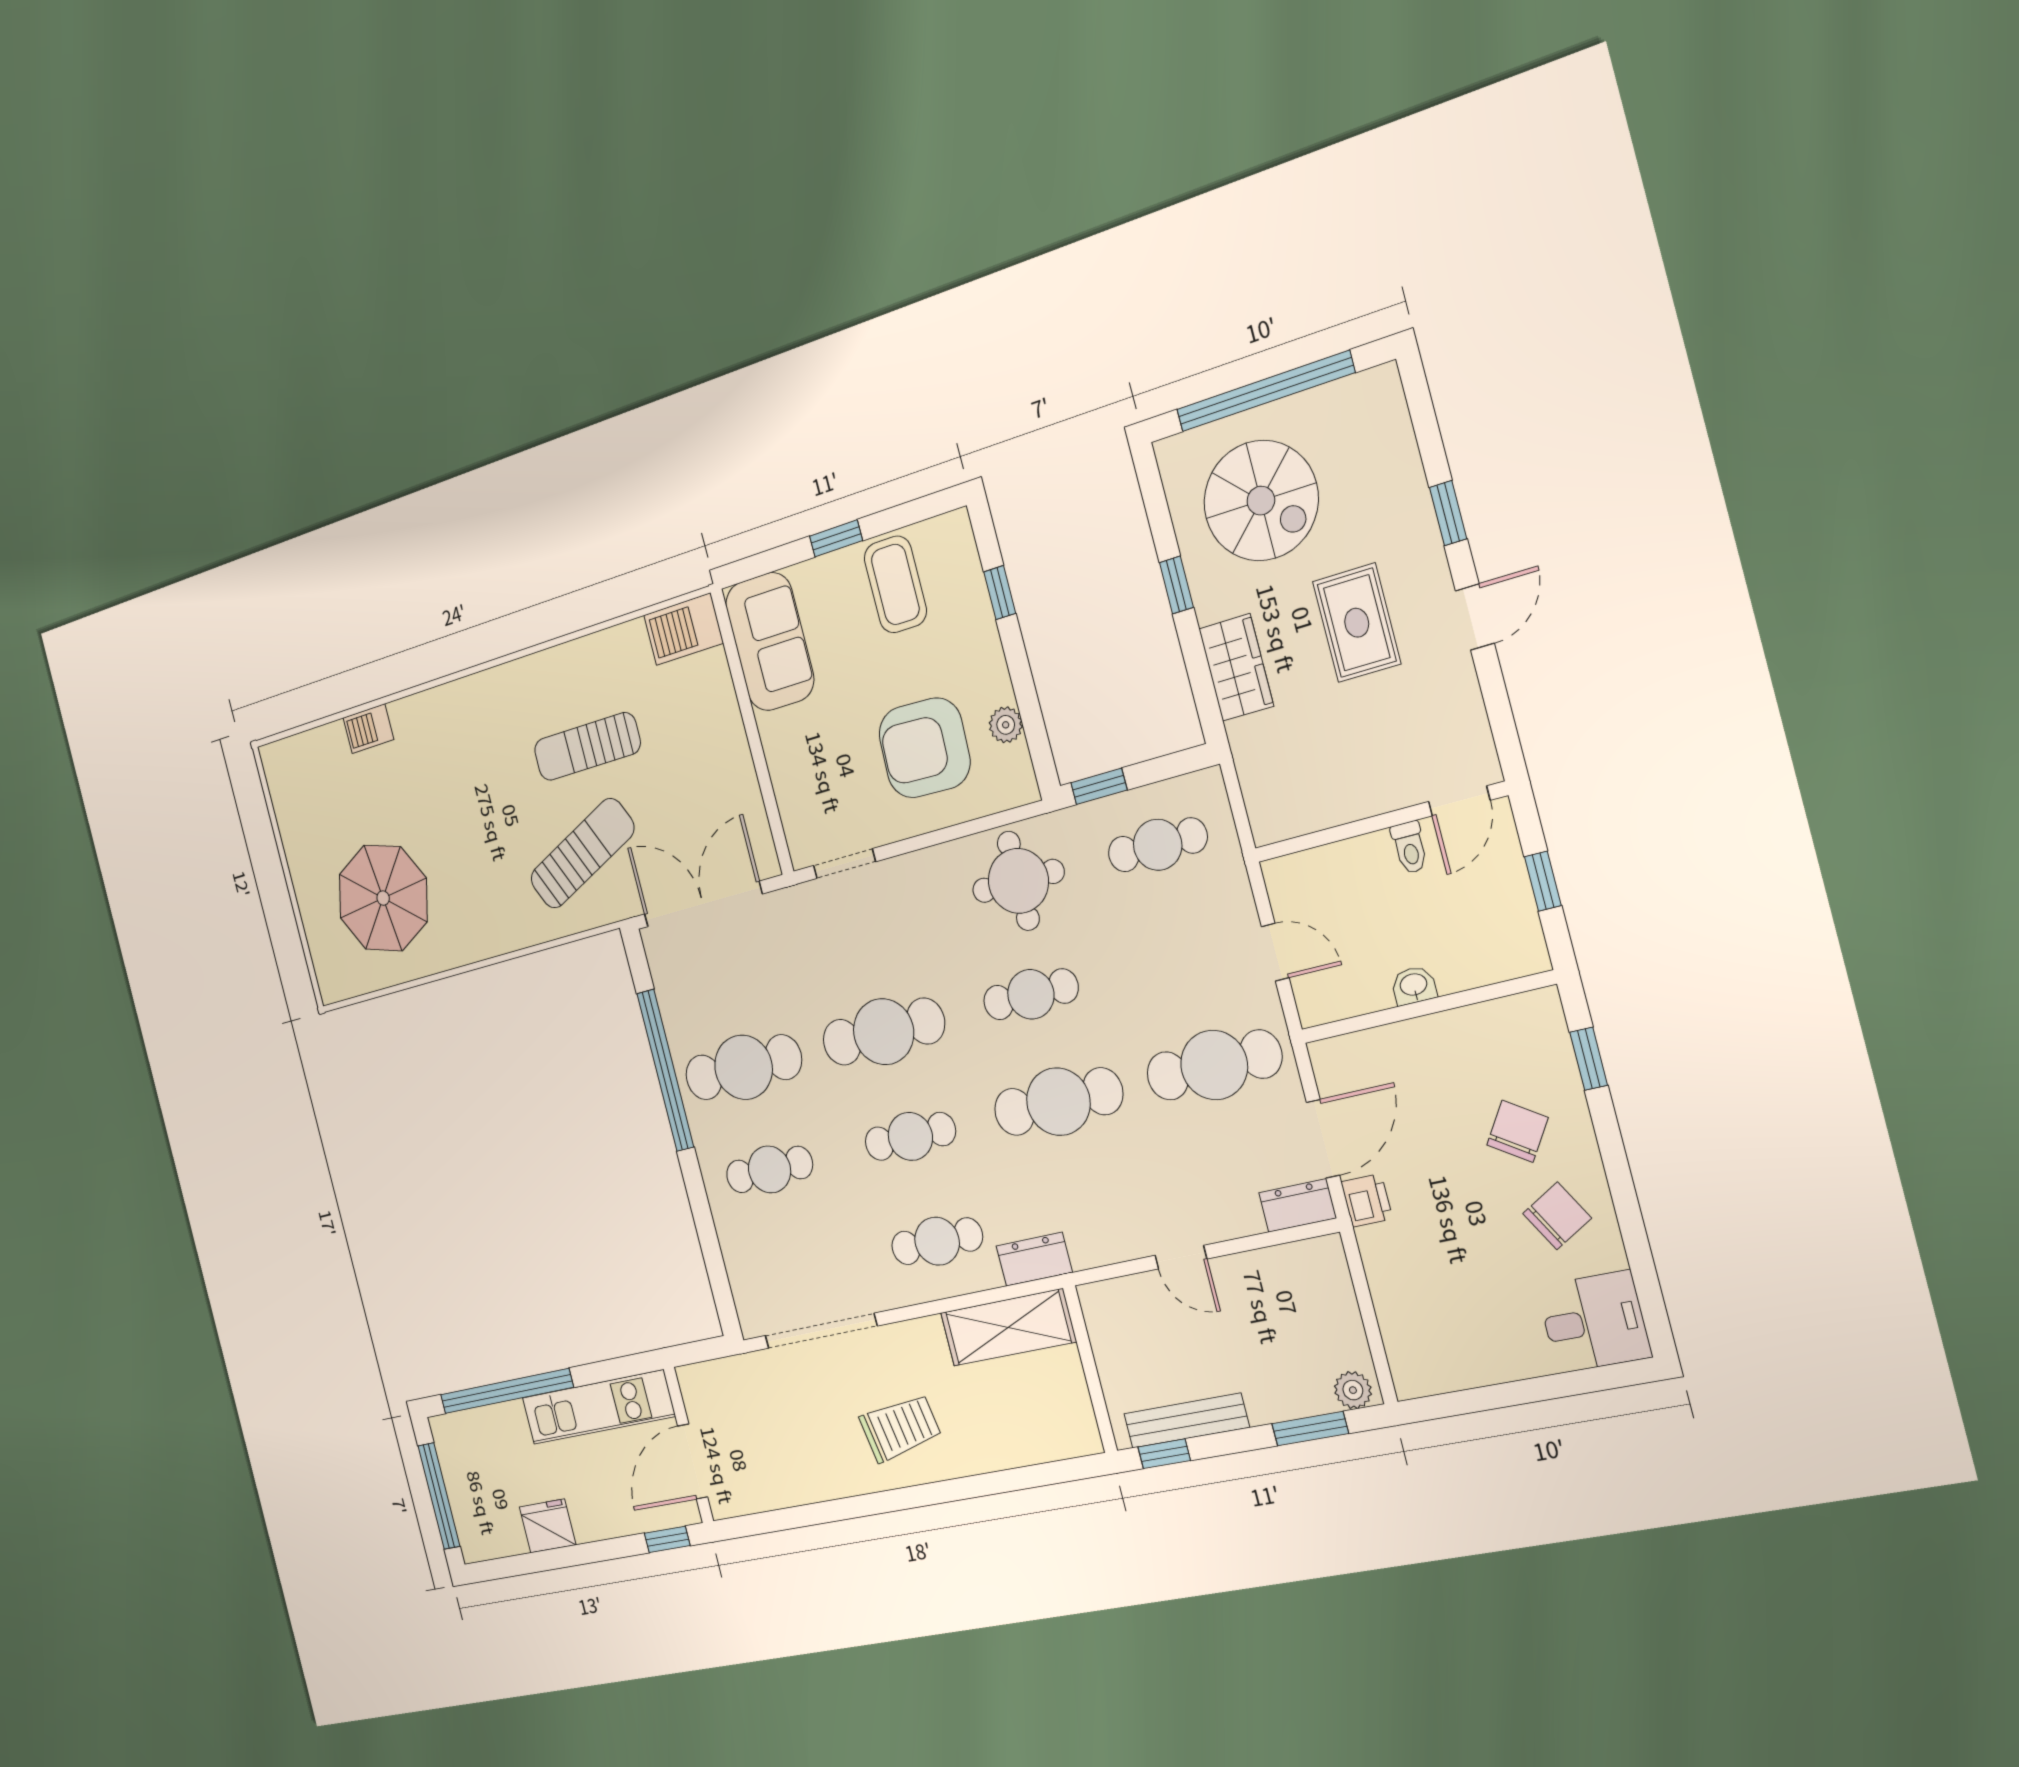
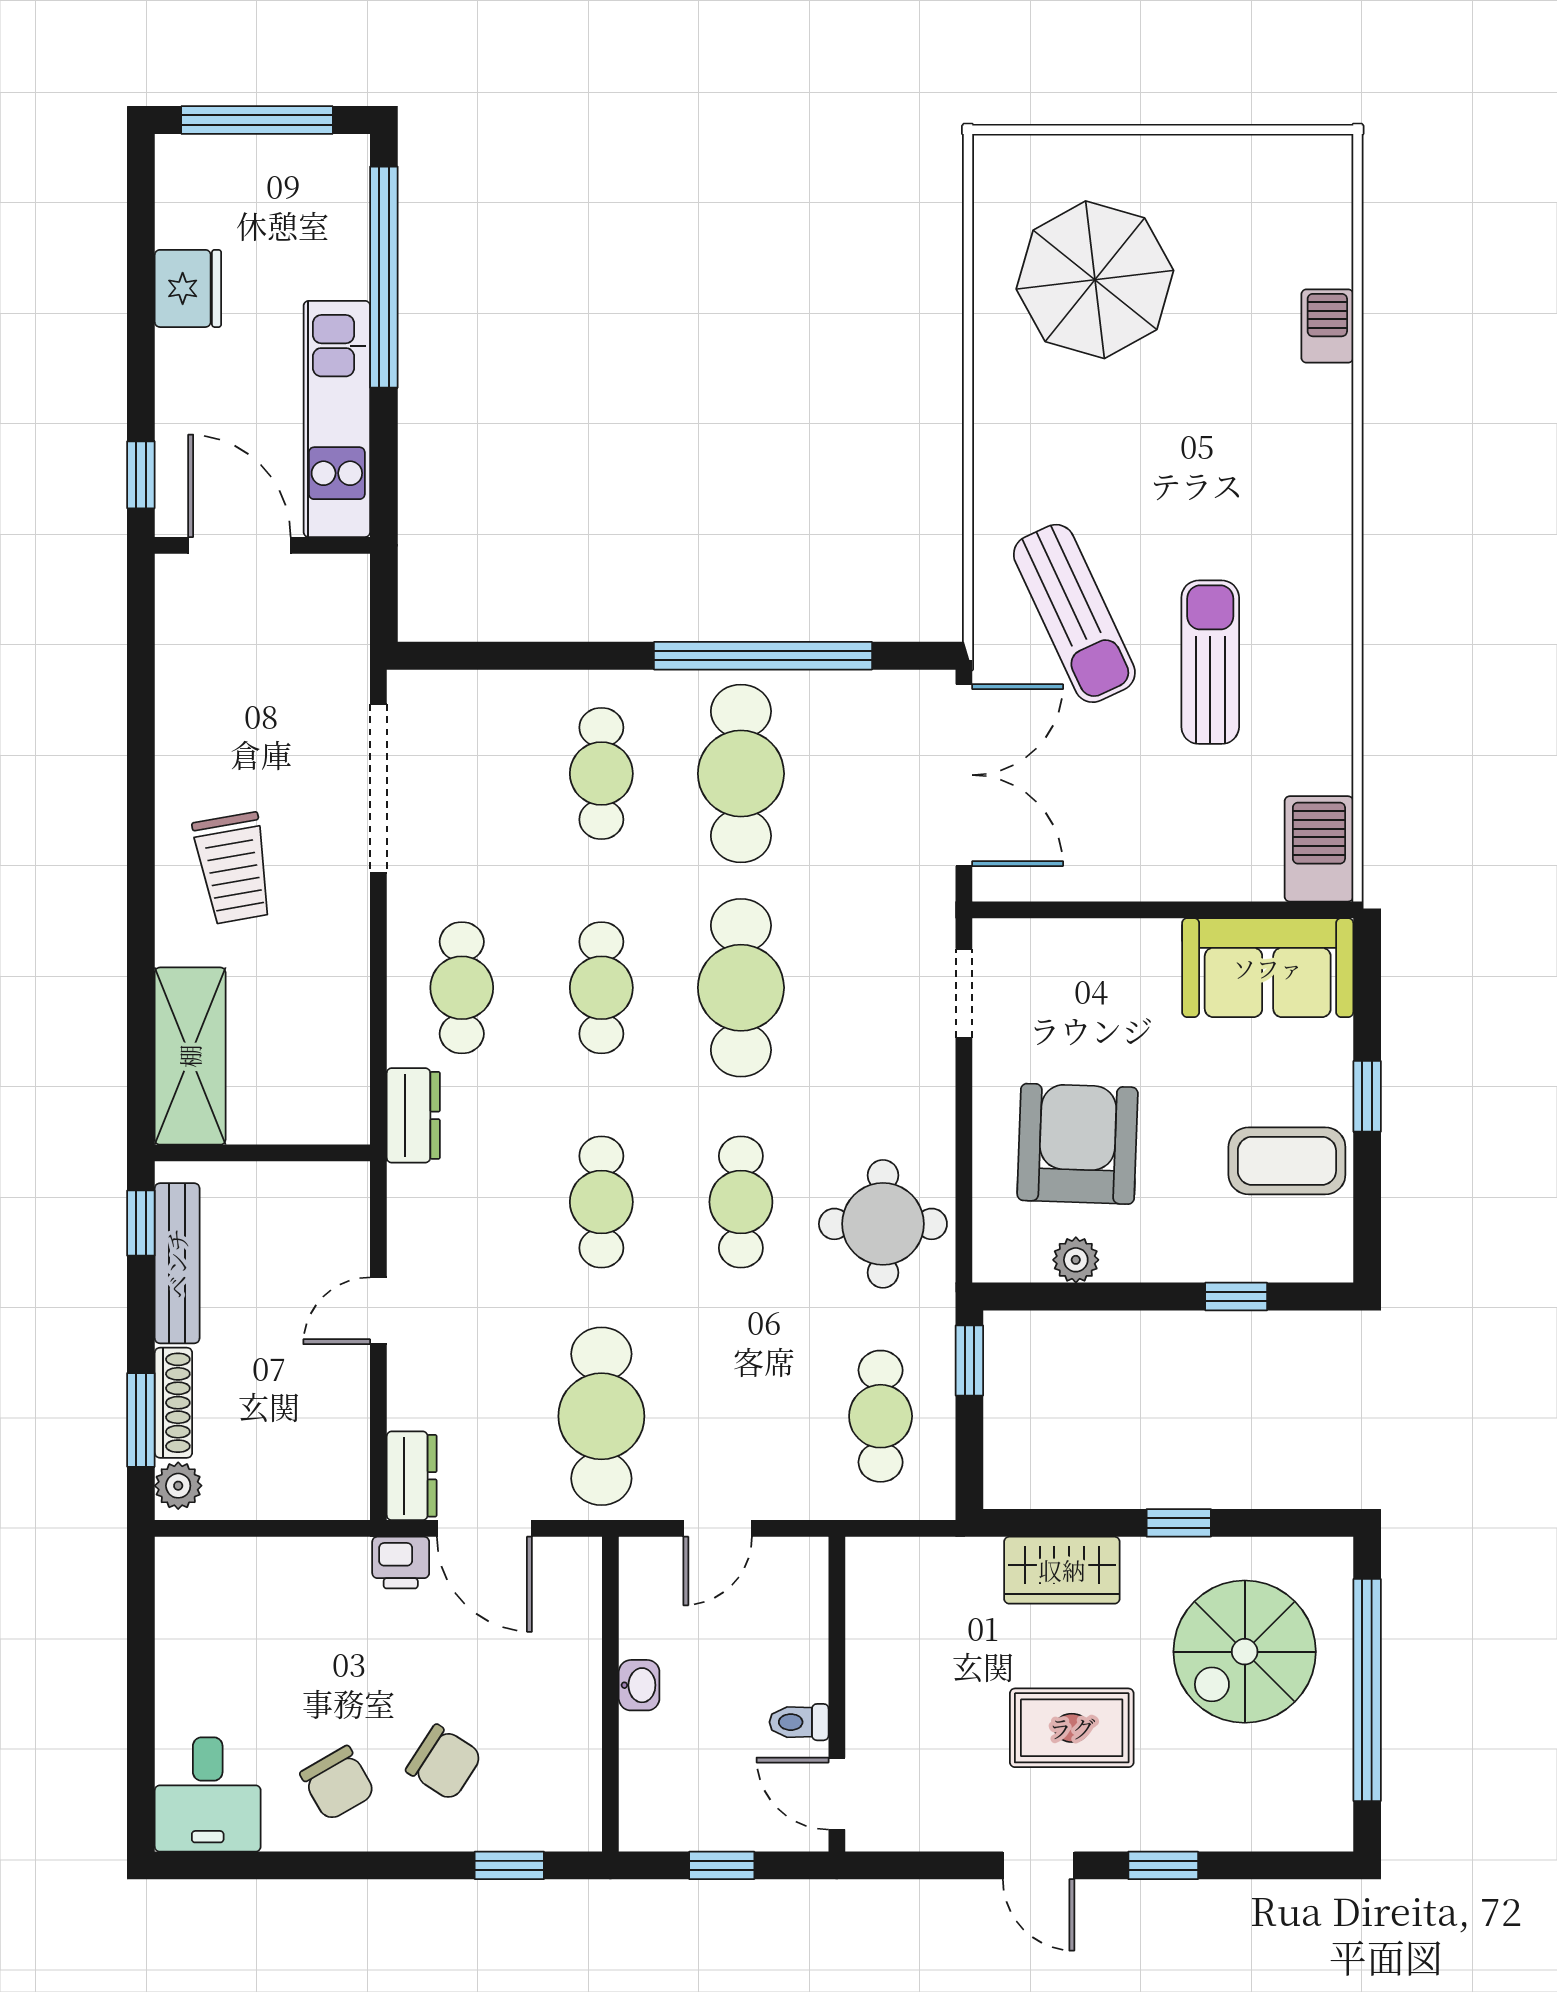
cafe table: (1058, 1102) -> (601, 1202), width x0.73, depth x0.74
shelving: (1008, 1327) -> (190, 1056), moved
shoe rack: (1291, 1405) -> (173, 1403), added

